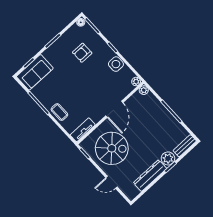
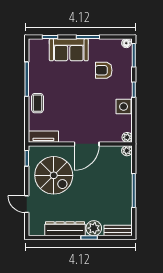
sofa: (35, 72) -> (69, 50), moved

